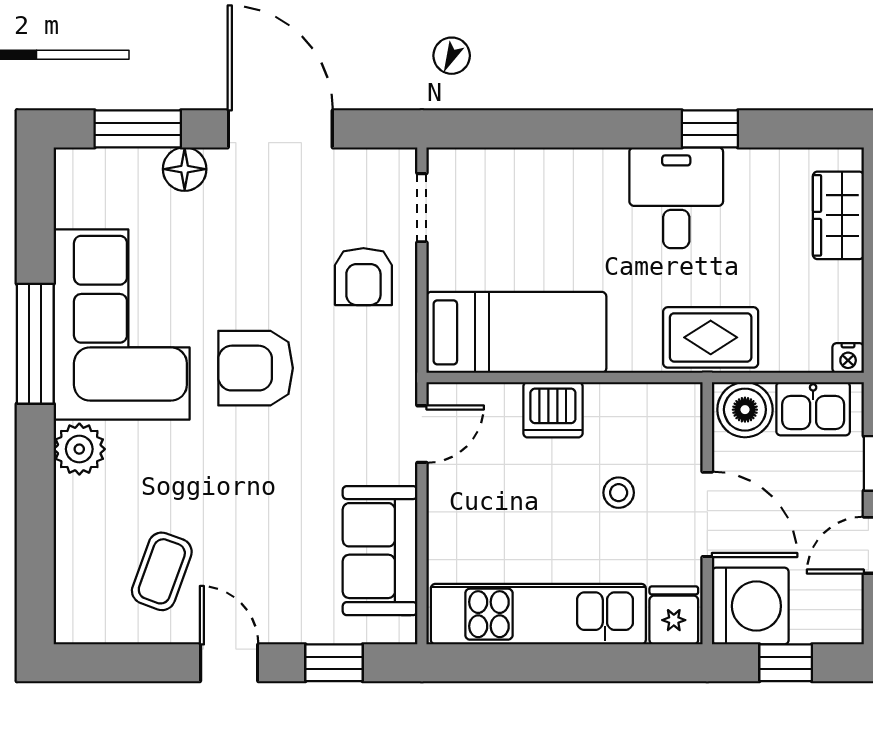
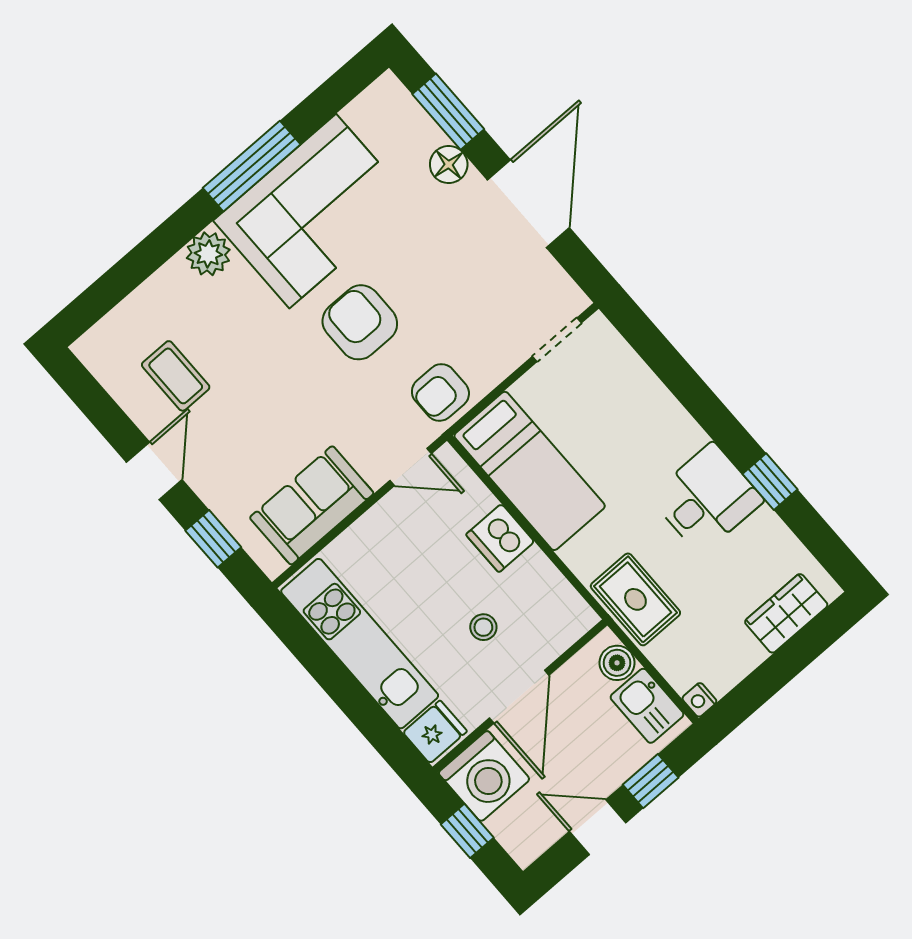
armchair: (363, 277) -> (440, 392), moved
boiler: (745, 410) -> (617, 663), width x0.73, depth x0.73
coffee table: (162, 571) -> (176, 376), turned 70

